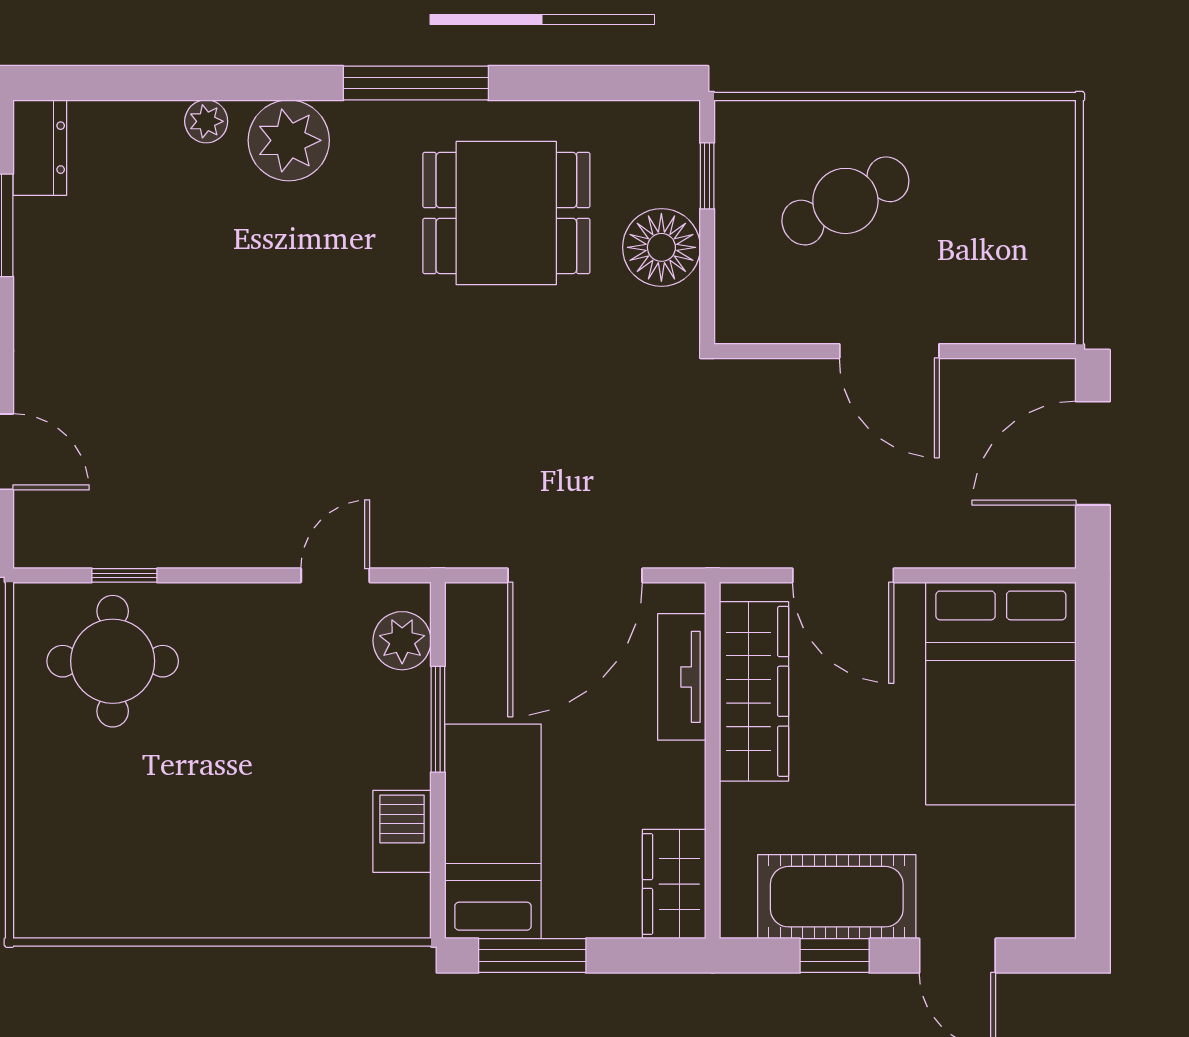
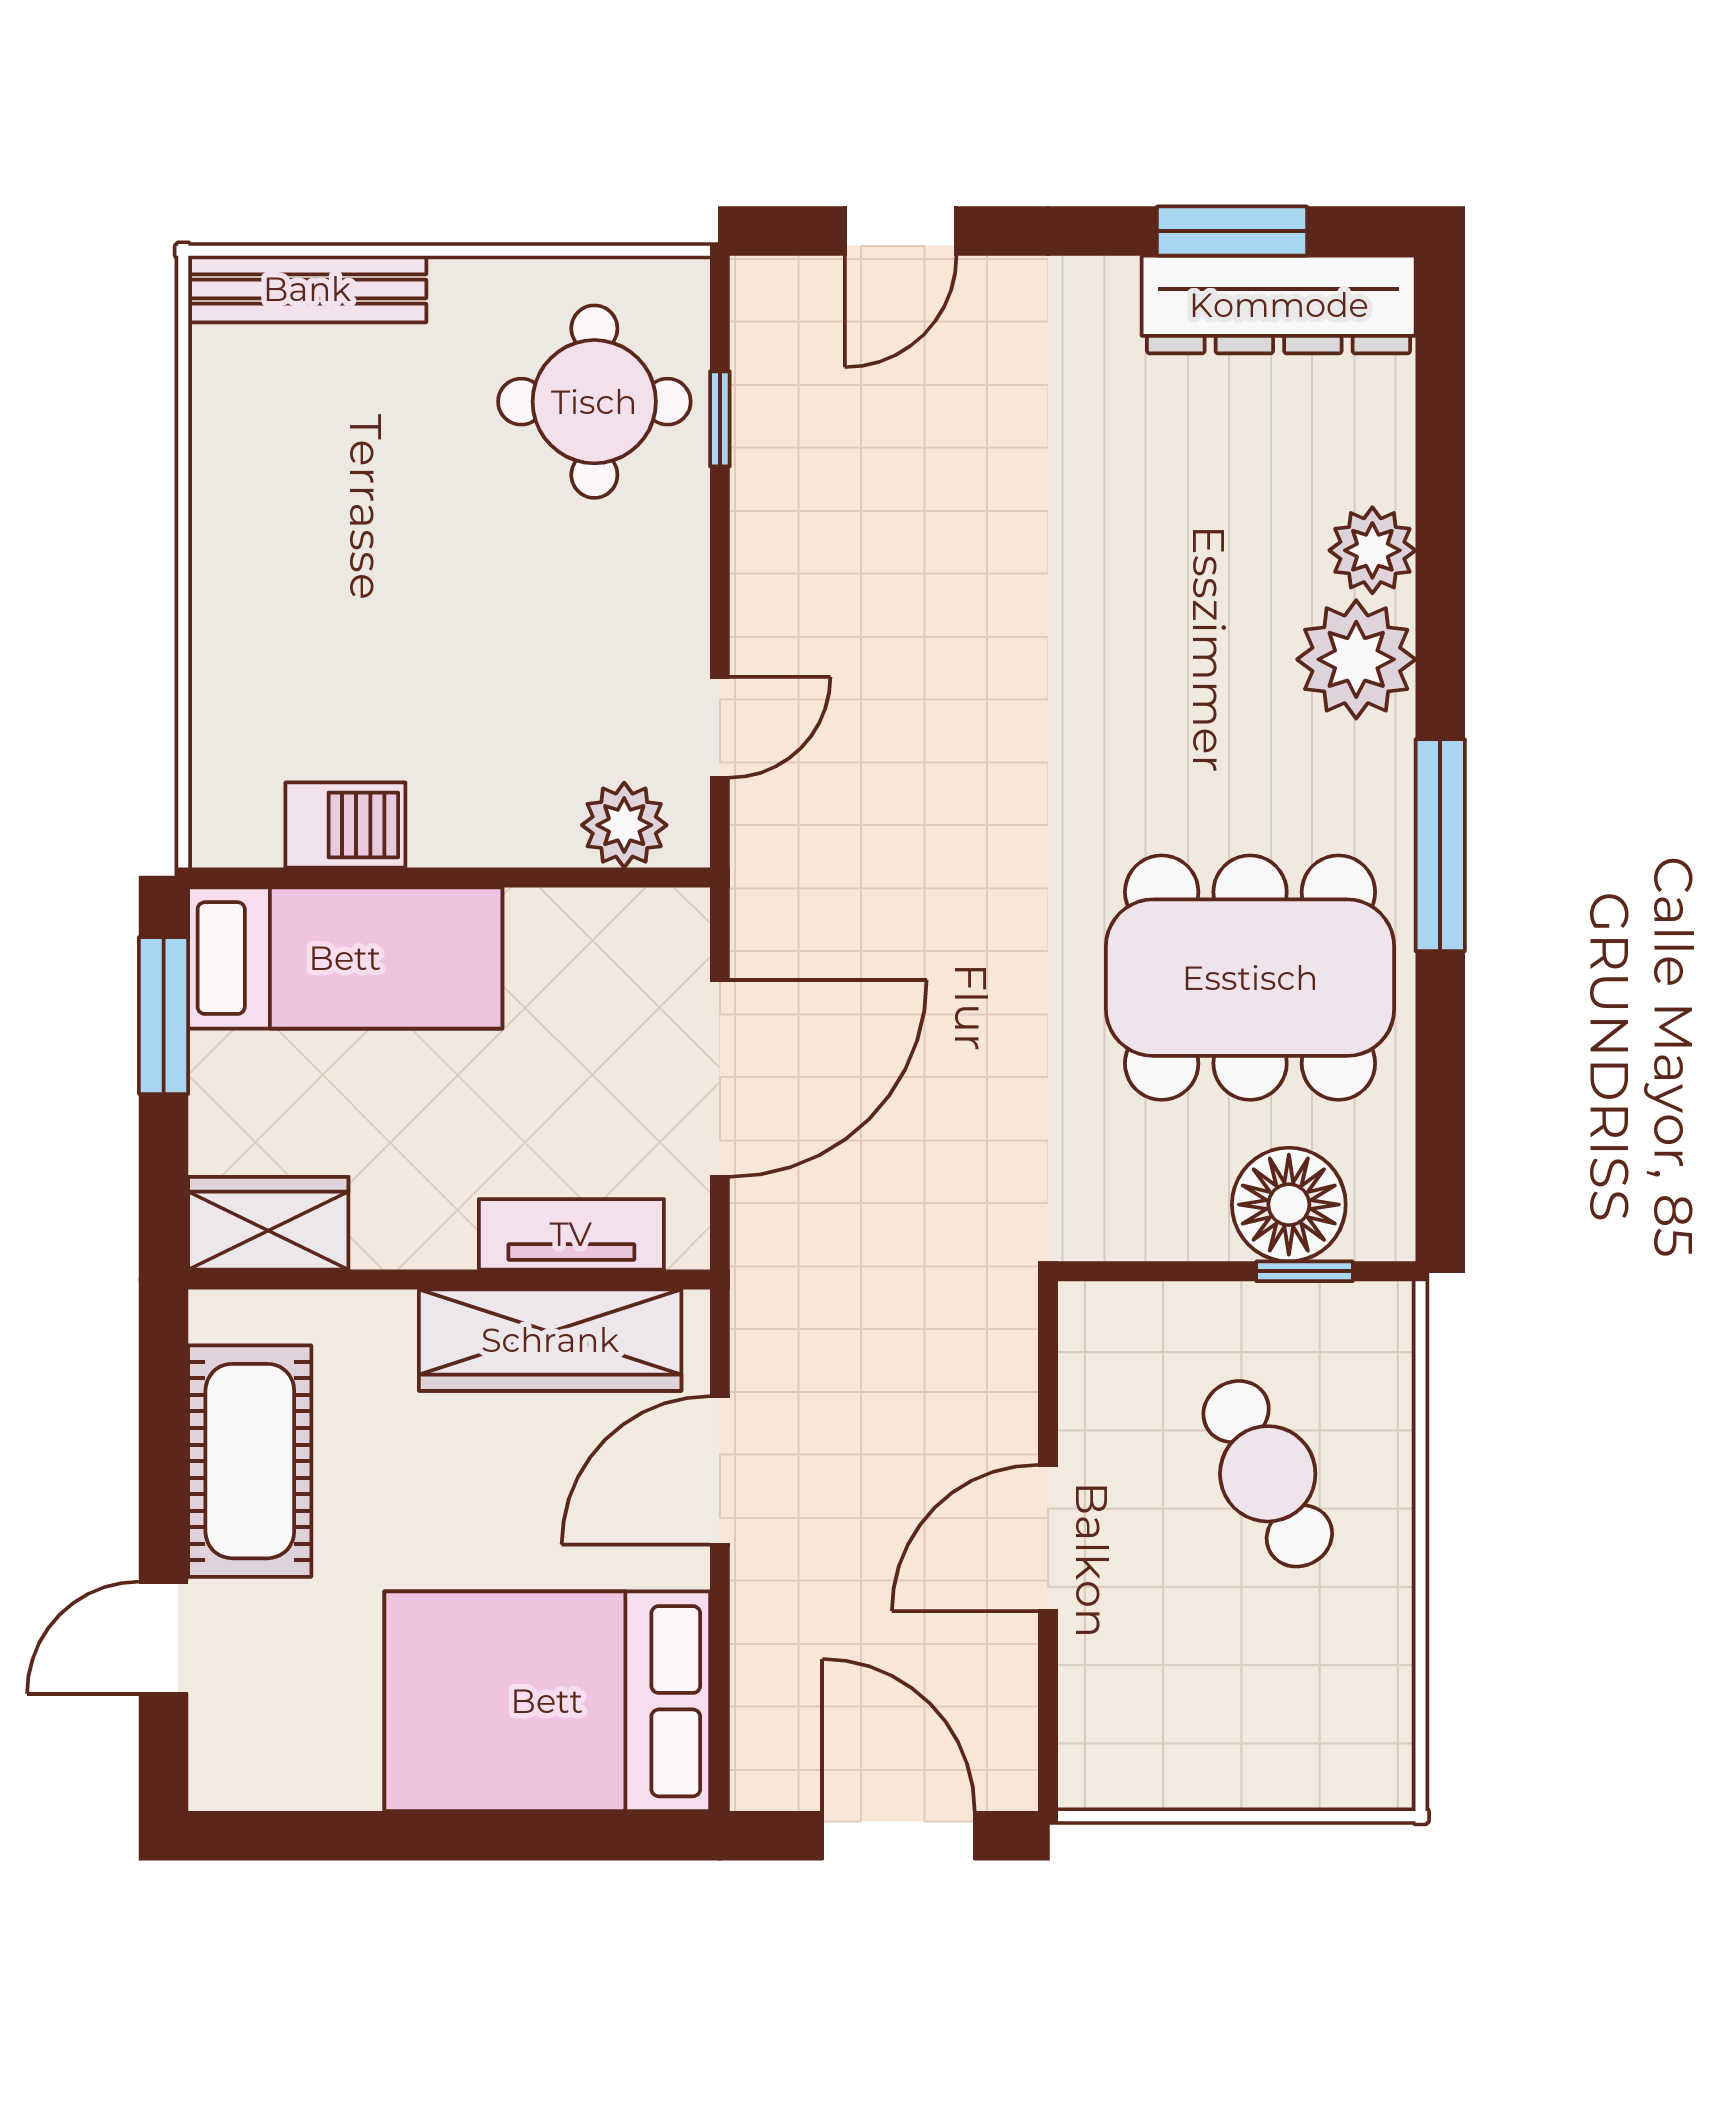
plant: (206, 121) -> (1372, 550), width x1.38, depth x1.38
dresser: (40, 148) -> (1279, 305), width x1.96, depth x1.24
dining table: (506, 213) -> (1250, 978), width x1.38
floor lamp: (661, 247) -> (1289, 1205), moved
door: (335, 575) -> (720, 727), hinge flipped
door: (575, 575) -> (720, 1078), swing flipped
window: (438, 719) -> (509, 878), removed
bench: (36, 857) -> (307, 289), added
window: (835, 956) -> (164, 1458), removed

